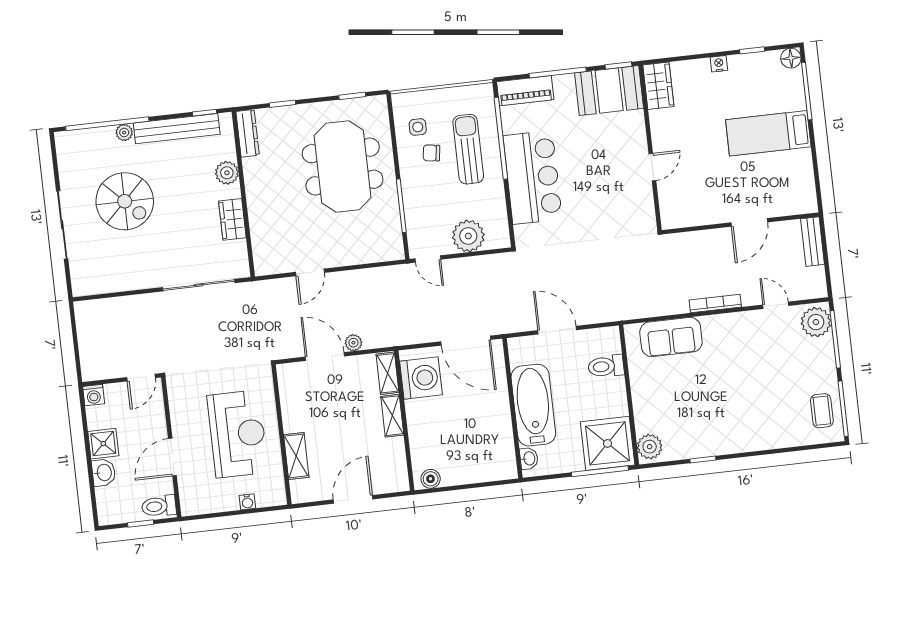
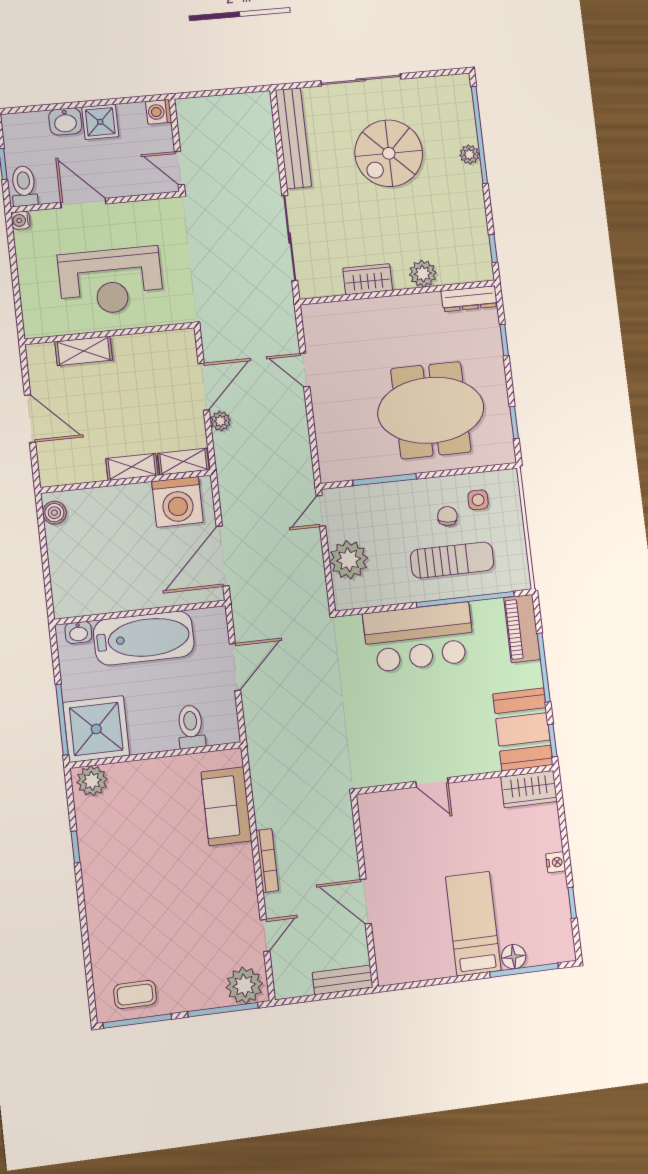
floor lamp: (791, 58) -> (514, 957), moved
bench: (177, 129) -> (293, 138), moved
water cooler: (247, 502) -> (21, 220), moved

